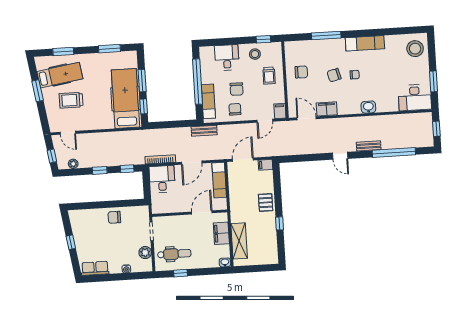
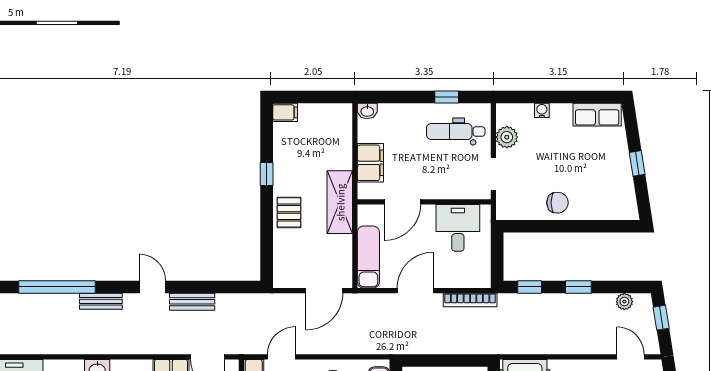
bench: (204, 131) -> (192, 302), moved
filing cabinet: (265, 165) -> (285, 112), moved
desk: (162, 179) -> (458, 228), moved, turned 180
shelving: (239, 241) -> (340, 202), moved

